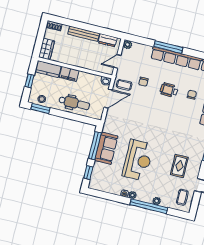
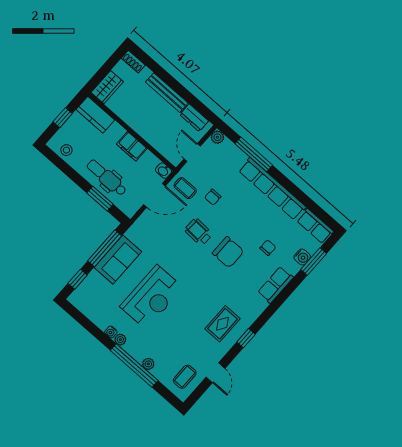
window: (168, 47) -> (254, 154), moved
door: (117, 61) -> (192, 152), hinge flipped
filing cabinet: (69, 74) -> (132, 146), moved
wheelchair: (169, 90) -> (198, 232), moved
dental chair: (74, 103) -> (107, 178), turned 180
window: (41, 109) -> (100, 199), moved
chair: (170, 110) -> (228, 252), added
rug: (179, 166) -> (223, 324), moved

